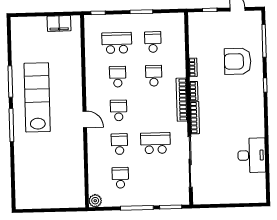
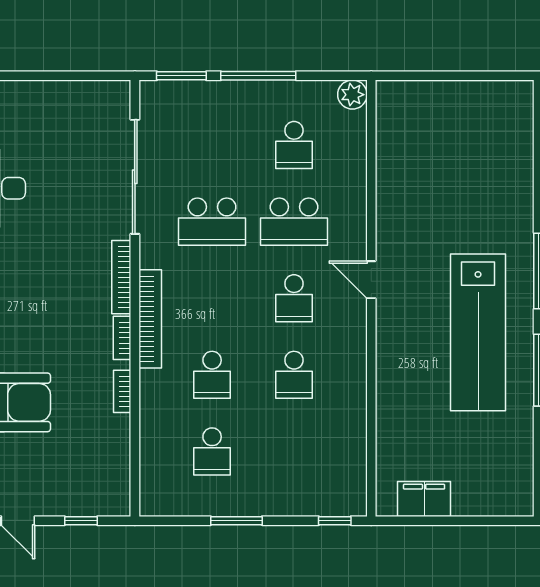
school desk: (117, 43) -> (294, 451), removed
school desk: (119, 144) -> (294, 222), width x1.85

